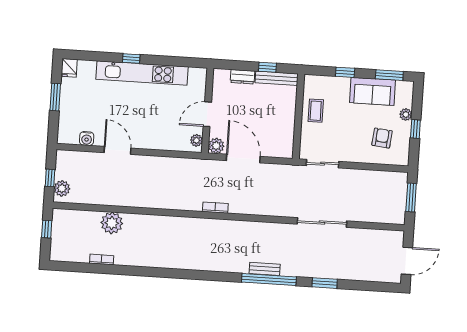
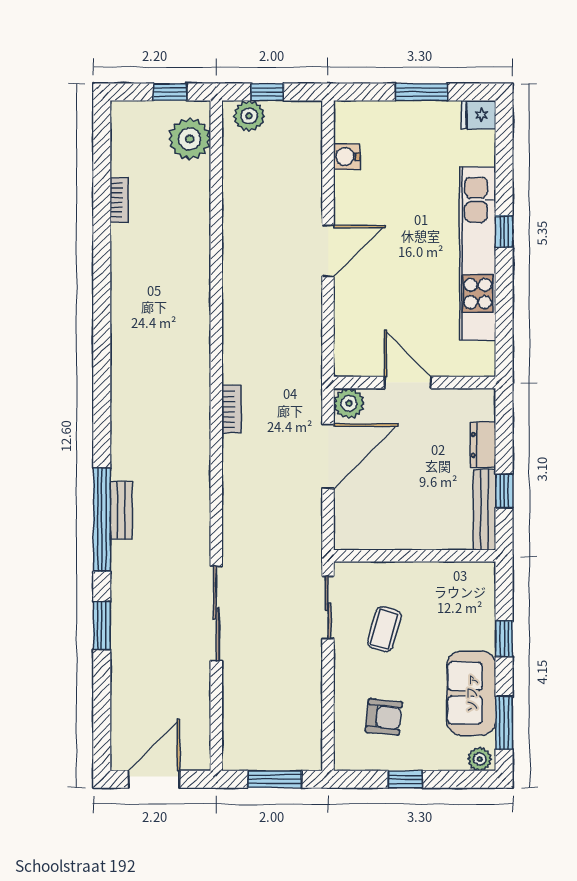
coffee table: (316, 111) -> (384, 629), moved, turned -74
plant: (406, 115) -> (480, 759), moved
plant: (196, 140) -> (357, 365), removed
door: (117, 150) -> (328, 251), moved
plant: (112, 223) -> (190, 139), moved
door: (407, 261) -> (154, 779), swing flipped

